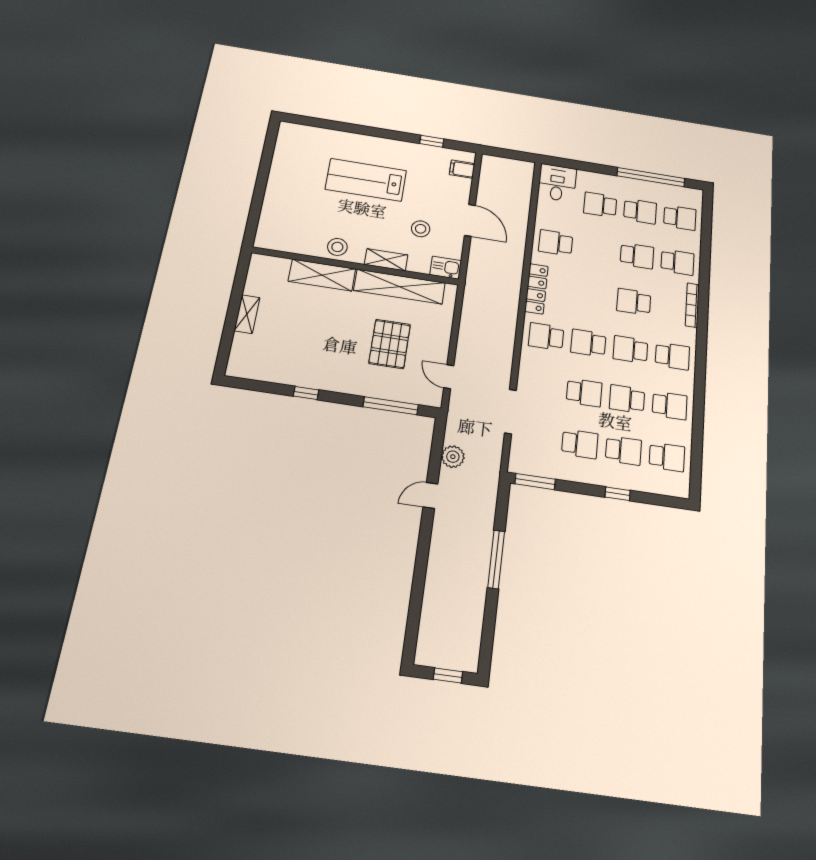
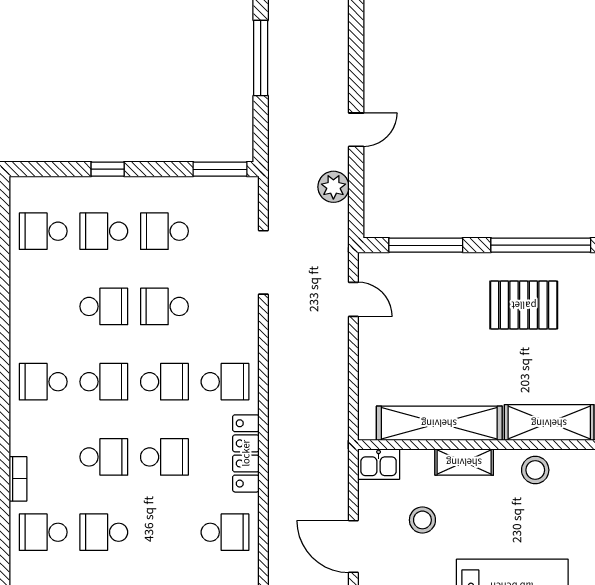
bookcase: (692, 305) -> (18, 479), width x0.64
pallet: (390, 344) -> (524, 305), moved, turned 90
window: (306, 393) -> (541, 245), width x3.17
school desk: (670, 406) -> (164, 457), moved, turned 180

